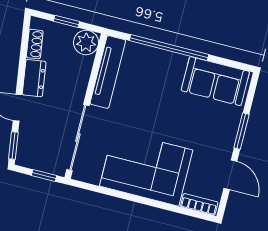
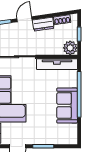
sofa: (215, 81) -> (67, 106), moved

